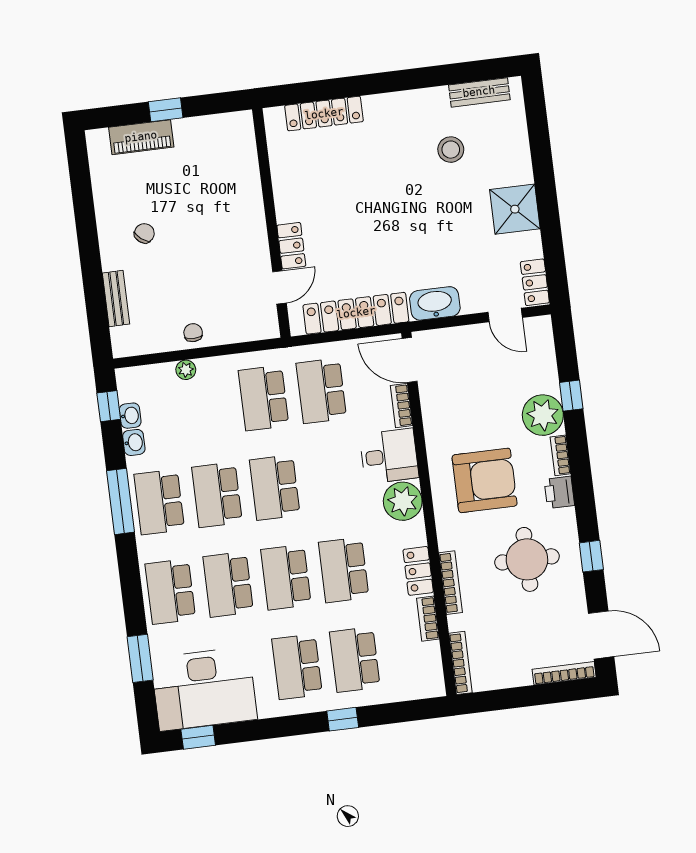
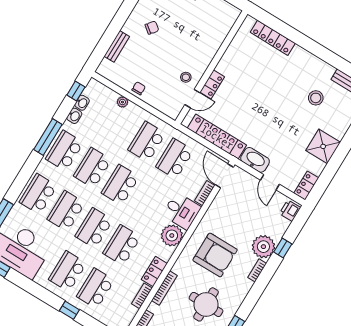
stool: (247, 265) -> (186, 77), added
door: (505, 315) -> (270, 182), moved
printer: (559, 492) -> (290, 211), moved

